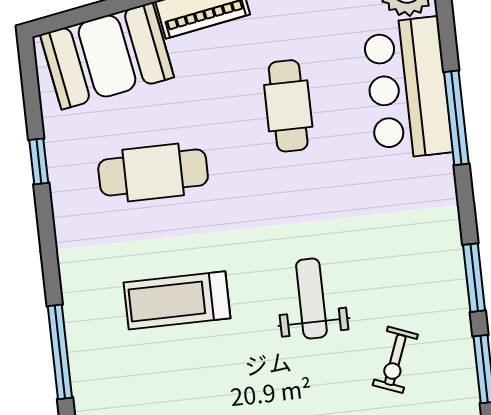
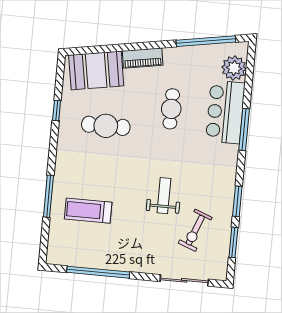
treadmill: (177, 300) -> (88, 211), moved
exercise bike: (395, 360) -> (195, 230), width x1.38, depth x1.39

